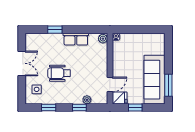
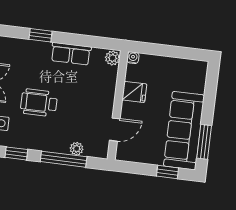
fridge: (120, 98) -> (134, 92), moved
window: (79, 108) -> (64, 159), width x2.17
window: (135, 108) -> (168, 172), moved

